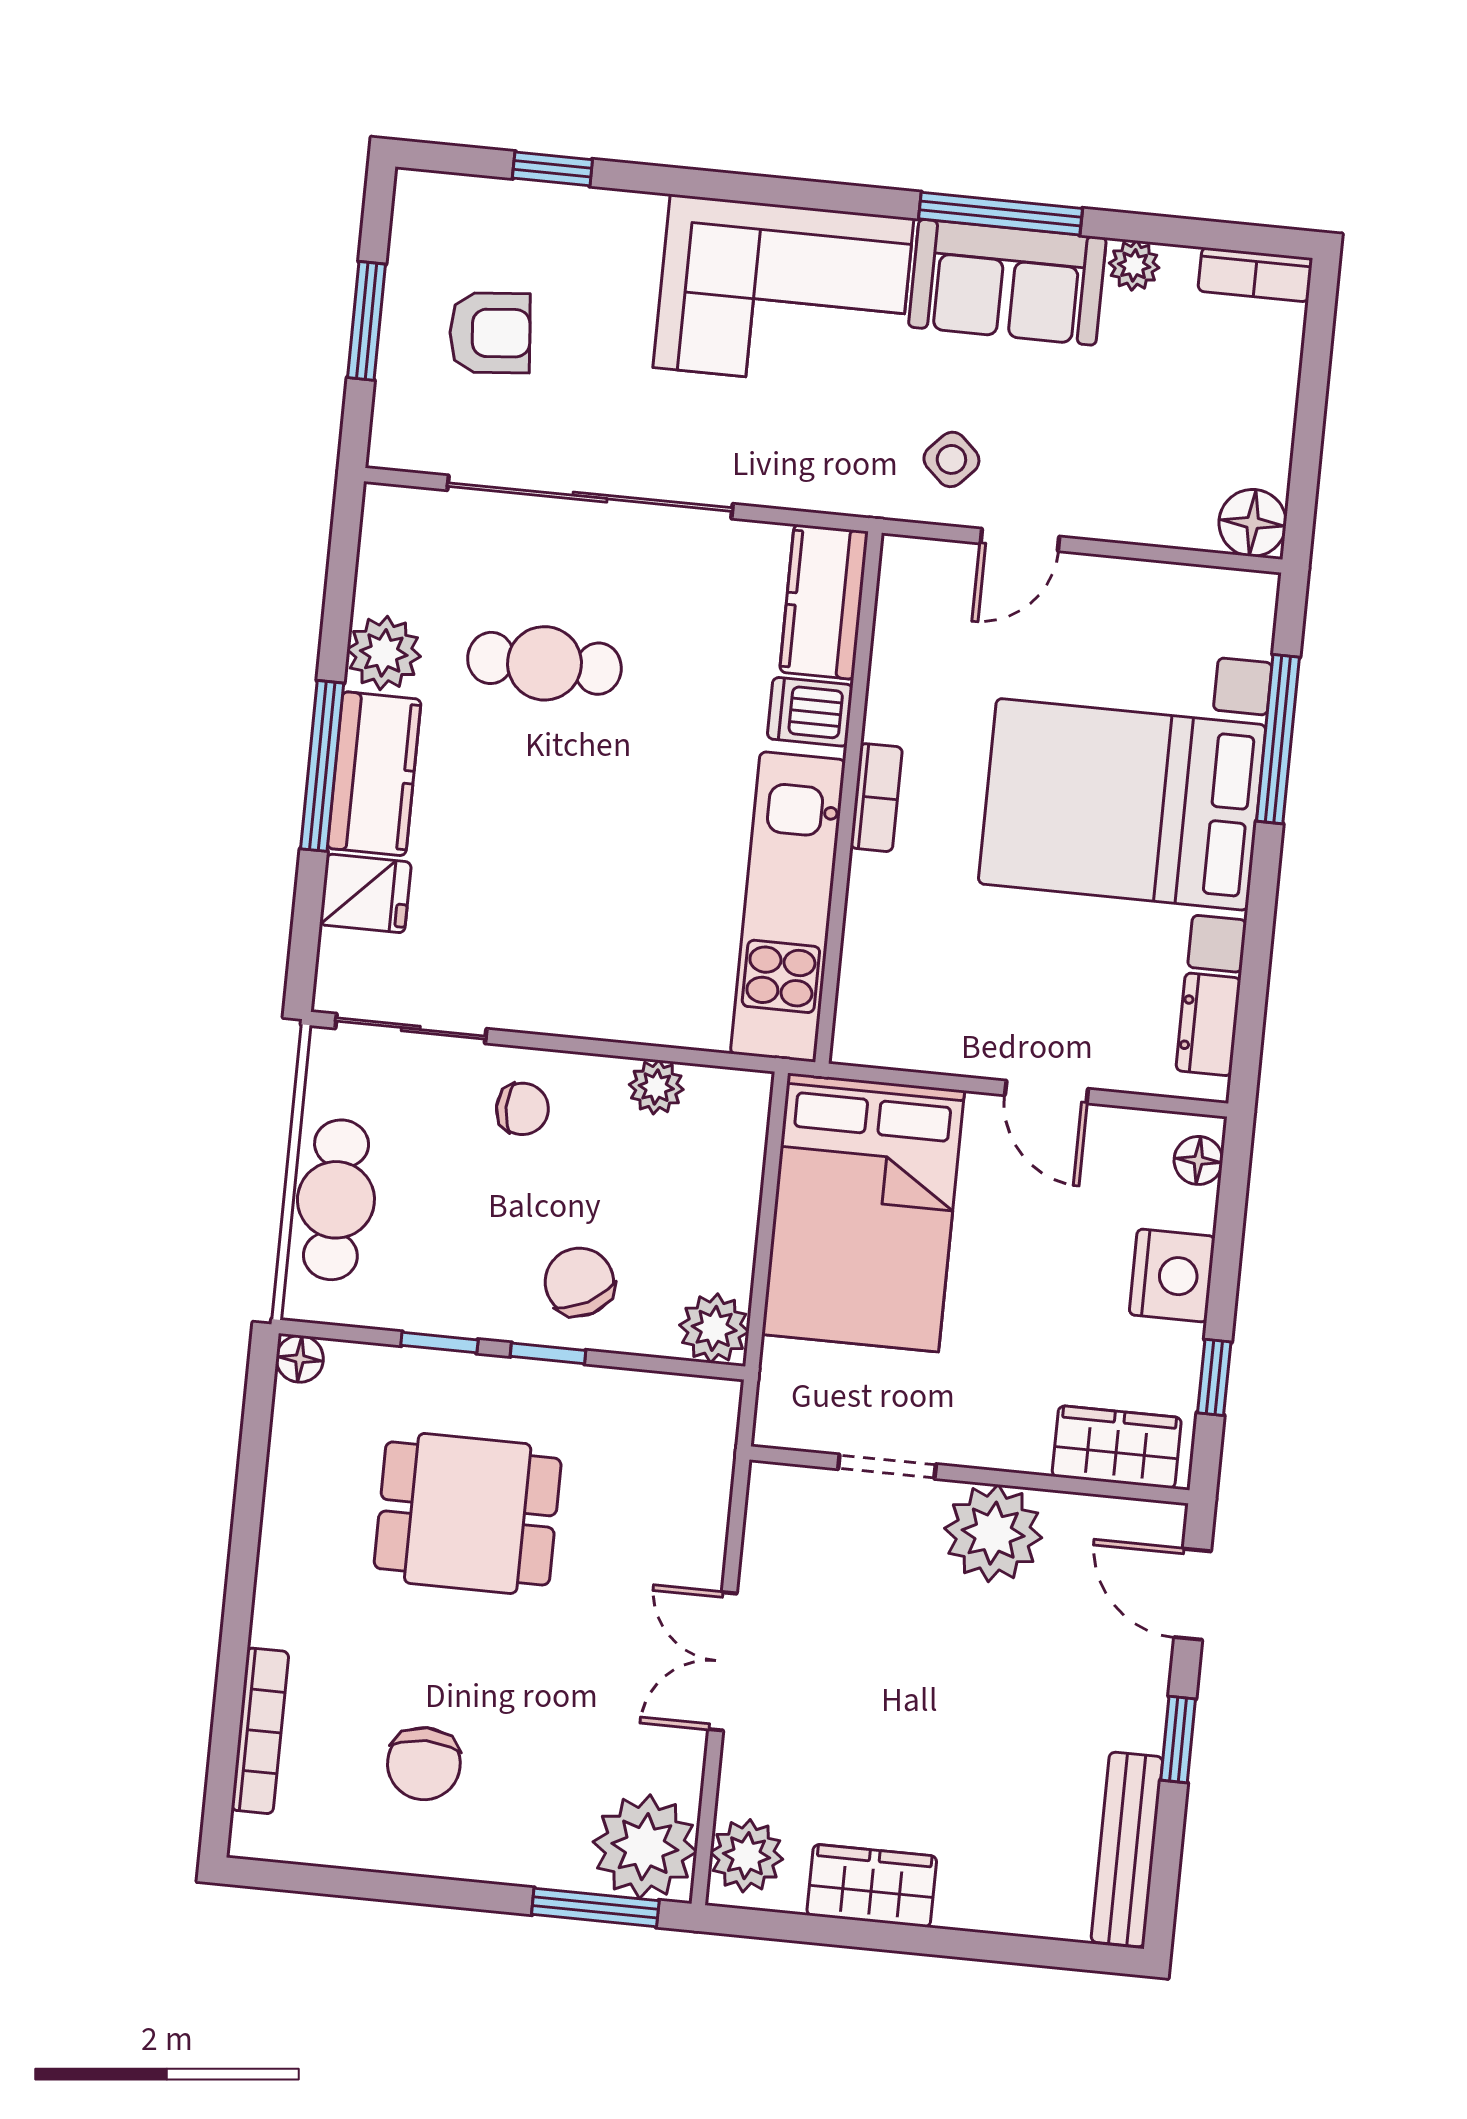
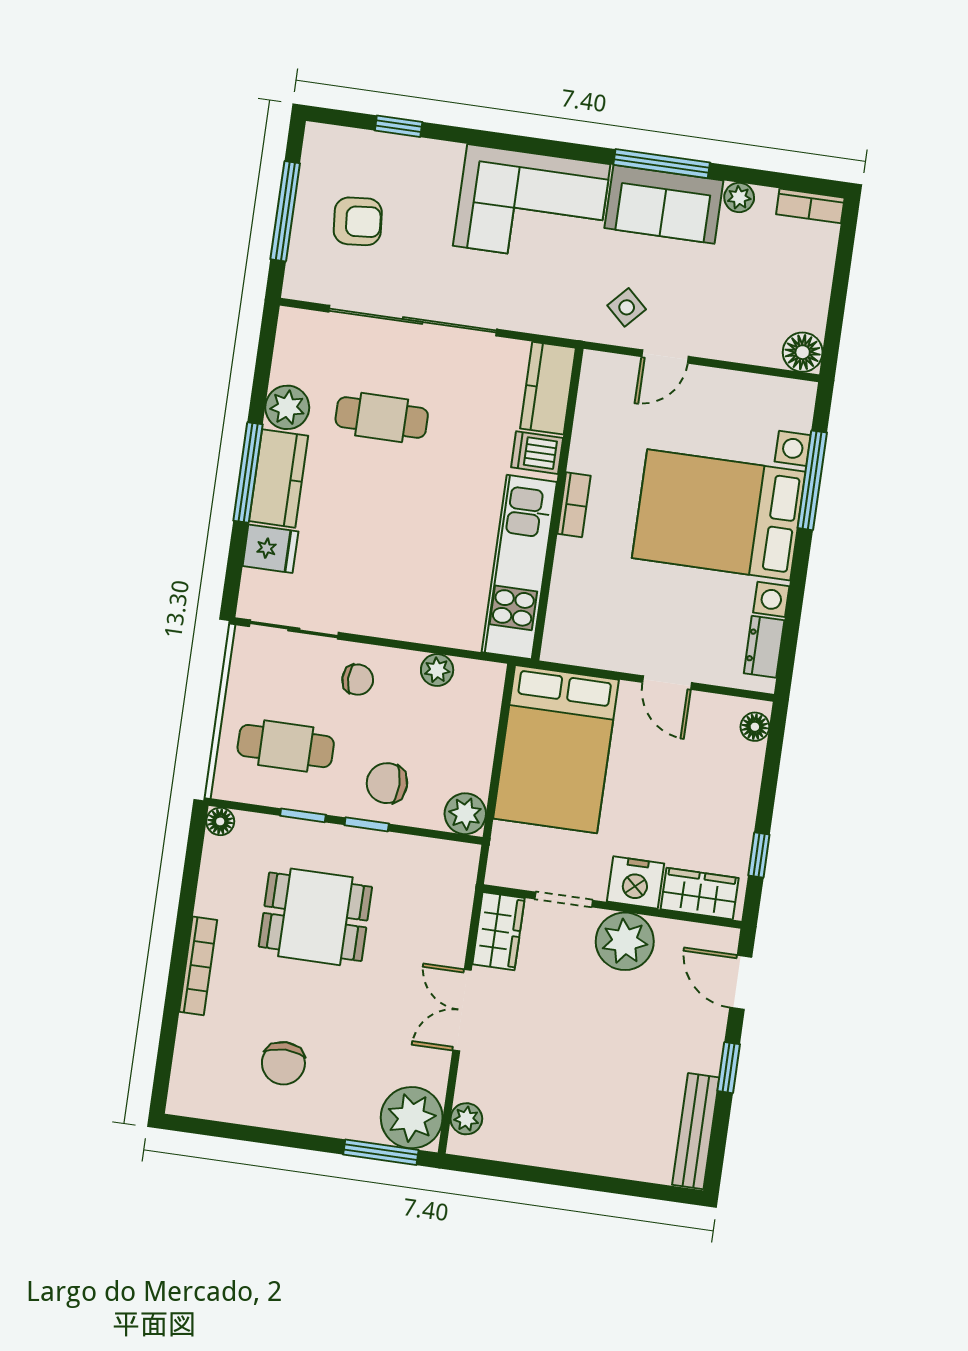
window: (366, 321) -> (285, 211), width x1.44
cafe table: (336, 1200) -> (286, 746), moved, turned 90
nightstand: (1172, 1275) -> (635, 883), moved, turned 90
chair: (579, 1282) -> (387, 783), turned -61
bookcase: (260, 1731) -> (198, 966), moved
plant: (747, 1856) -> (466, 1119), width x0.73, depth x0.73
wardrobe: (872, 1886) -> (499, 931), moved, turned 90

